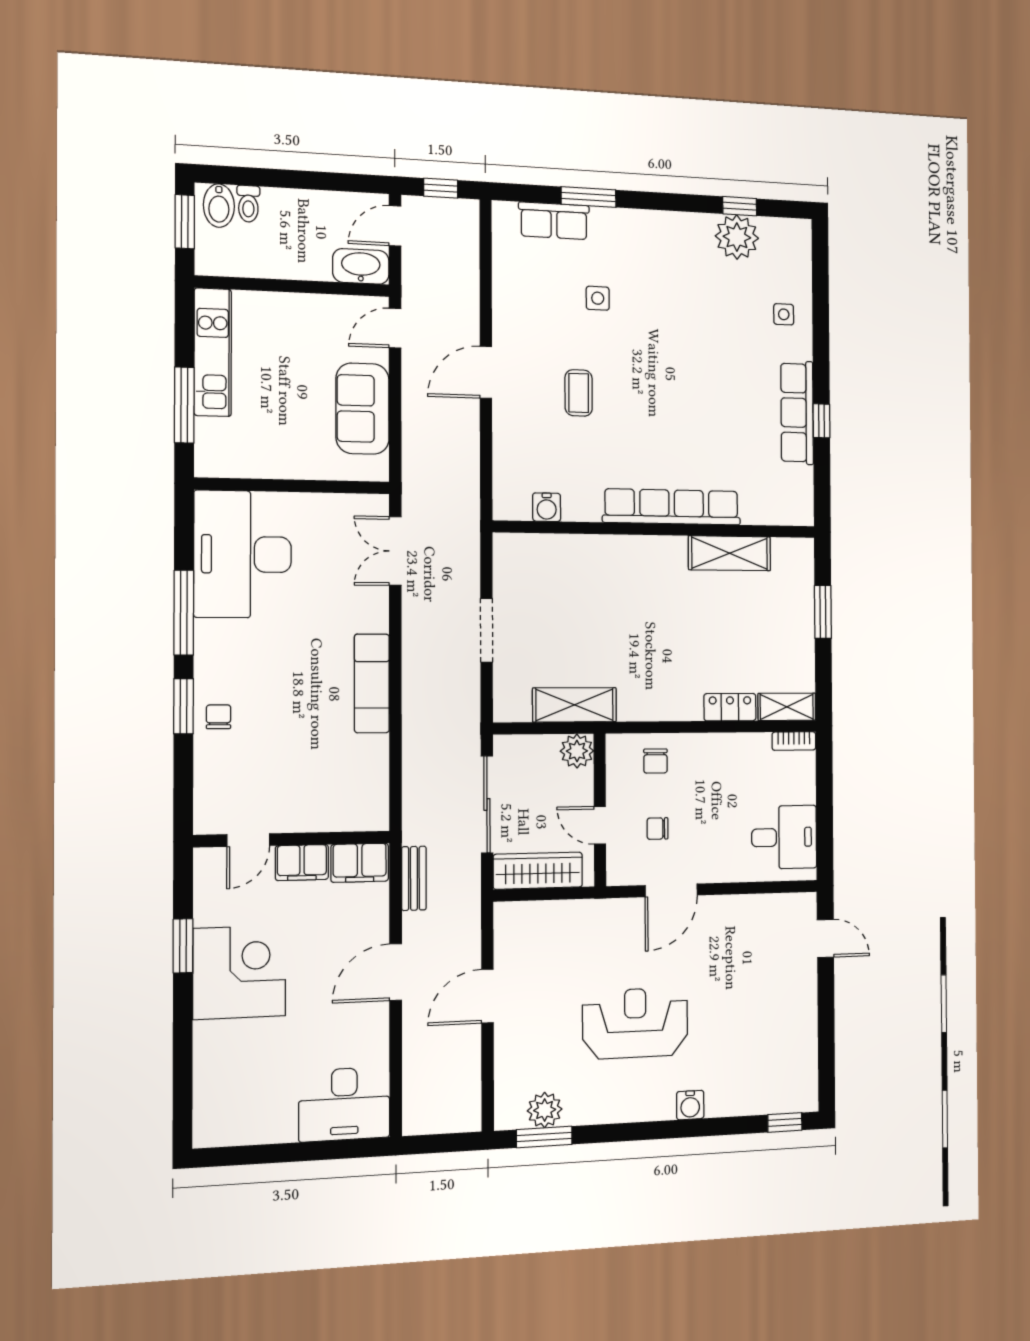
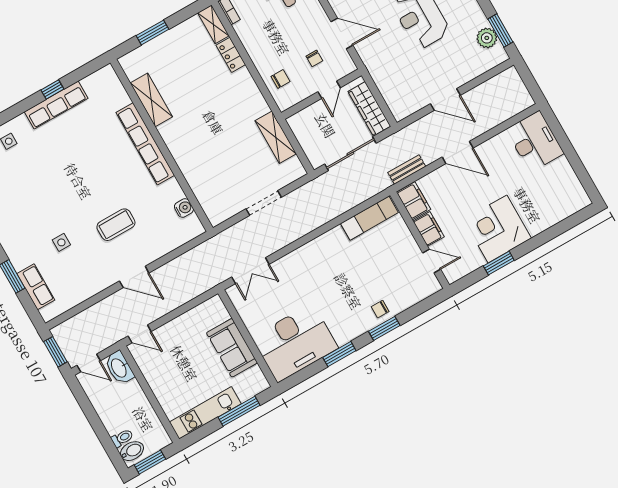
window: (441, 188) -> (55, 352), width x1.50
coffee table: (579, 393) -> (116, 225), width x1.36, depth x1.30
sofa: (363, 409) -> (232, 348), moved, turned 90
window: (184, 613) -> (339, 354), width x0.69
exam couch: (372, 683) -> (369, 218), moved
plant: (577, 751) -> (298, 123), removed

